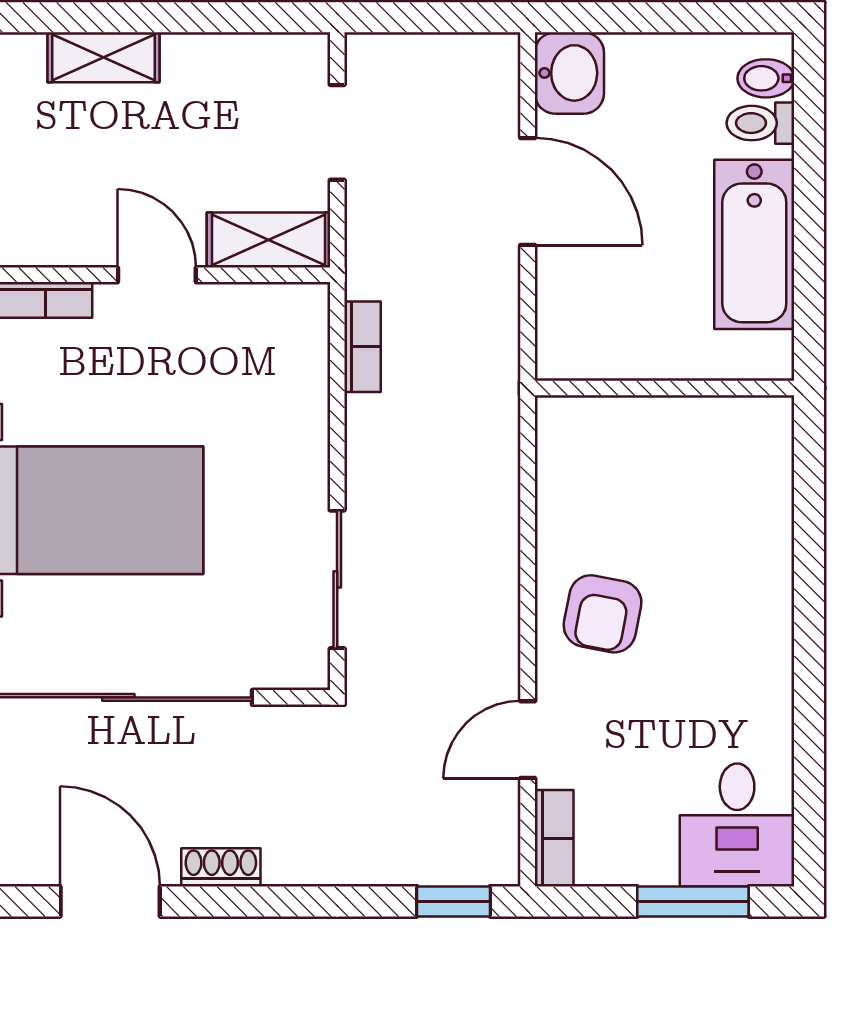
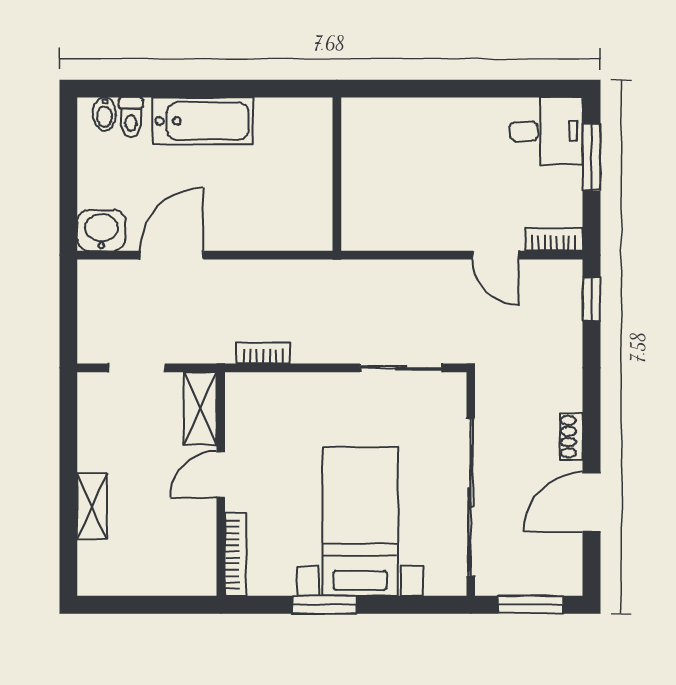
wall: (664, 388) -> (337, 174), moved
armchair: (603, 614) -> (421, 211), removed

